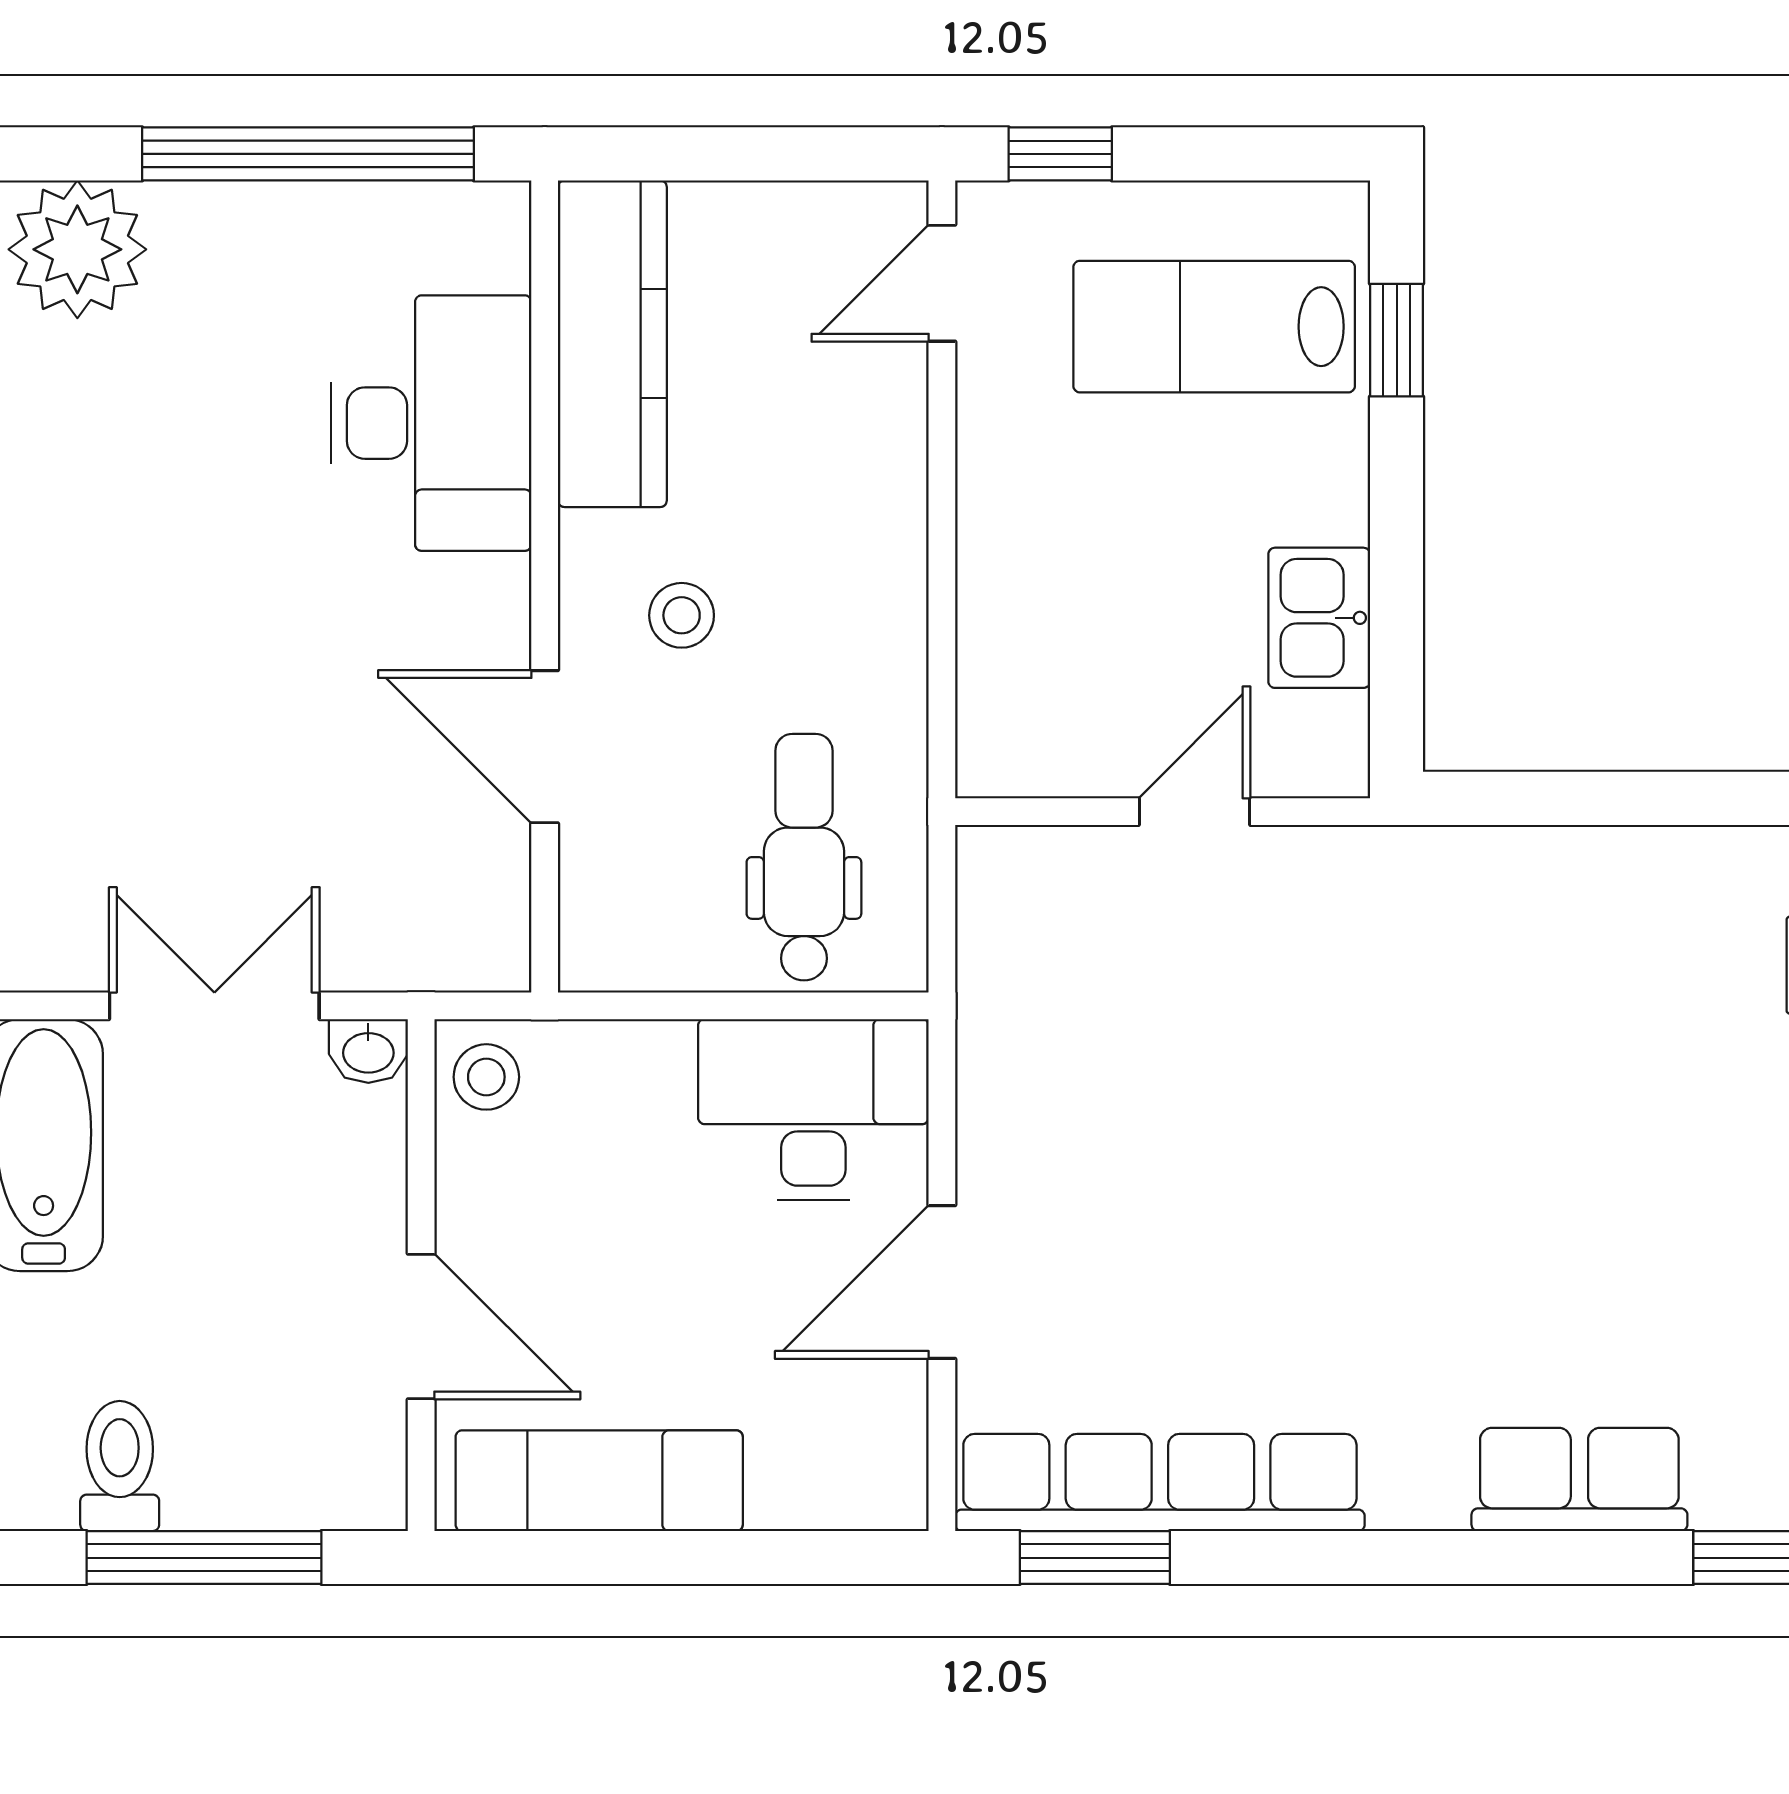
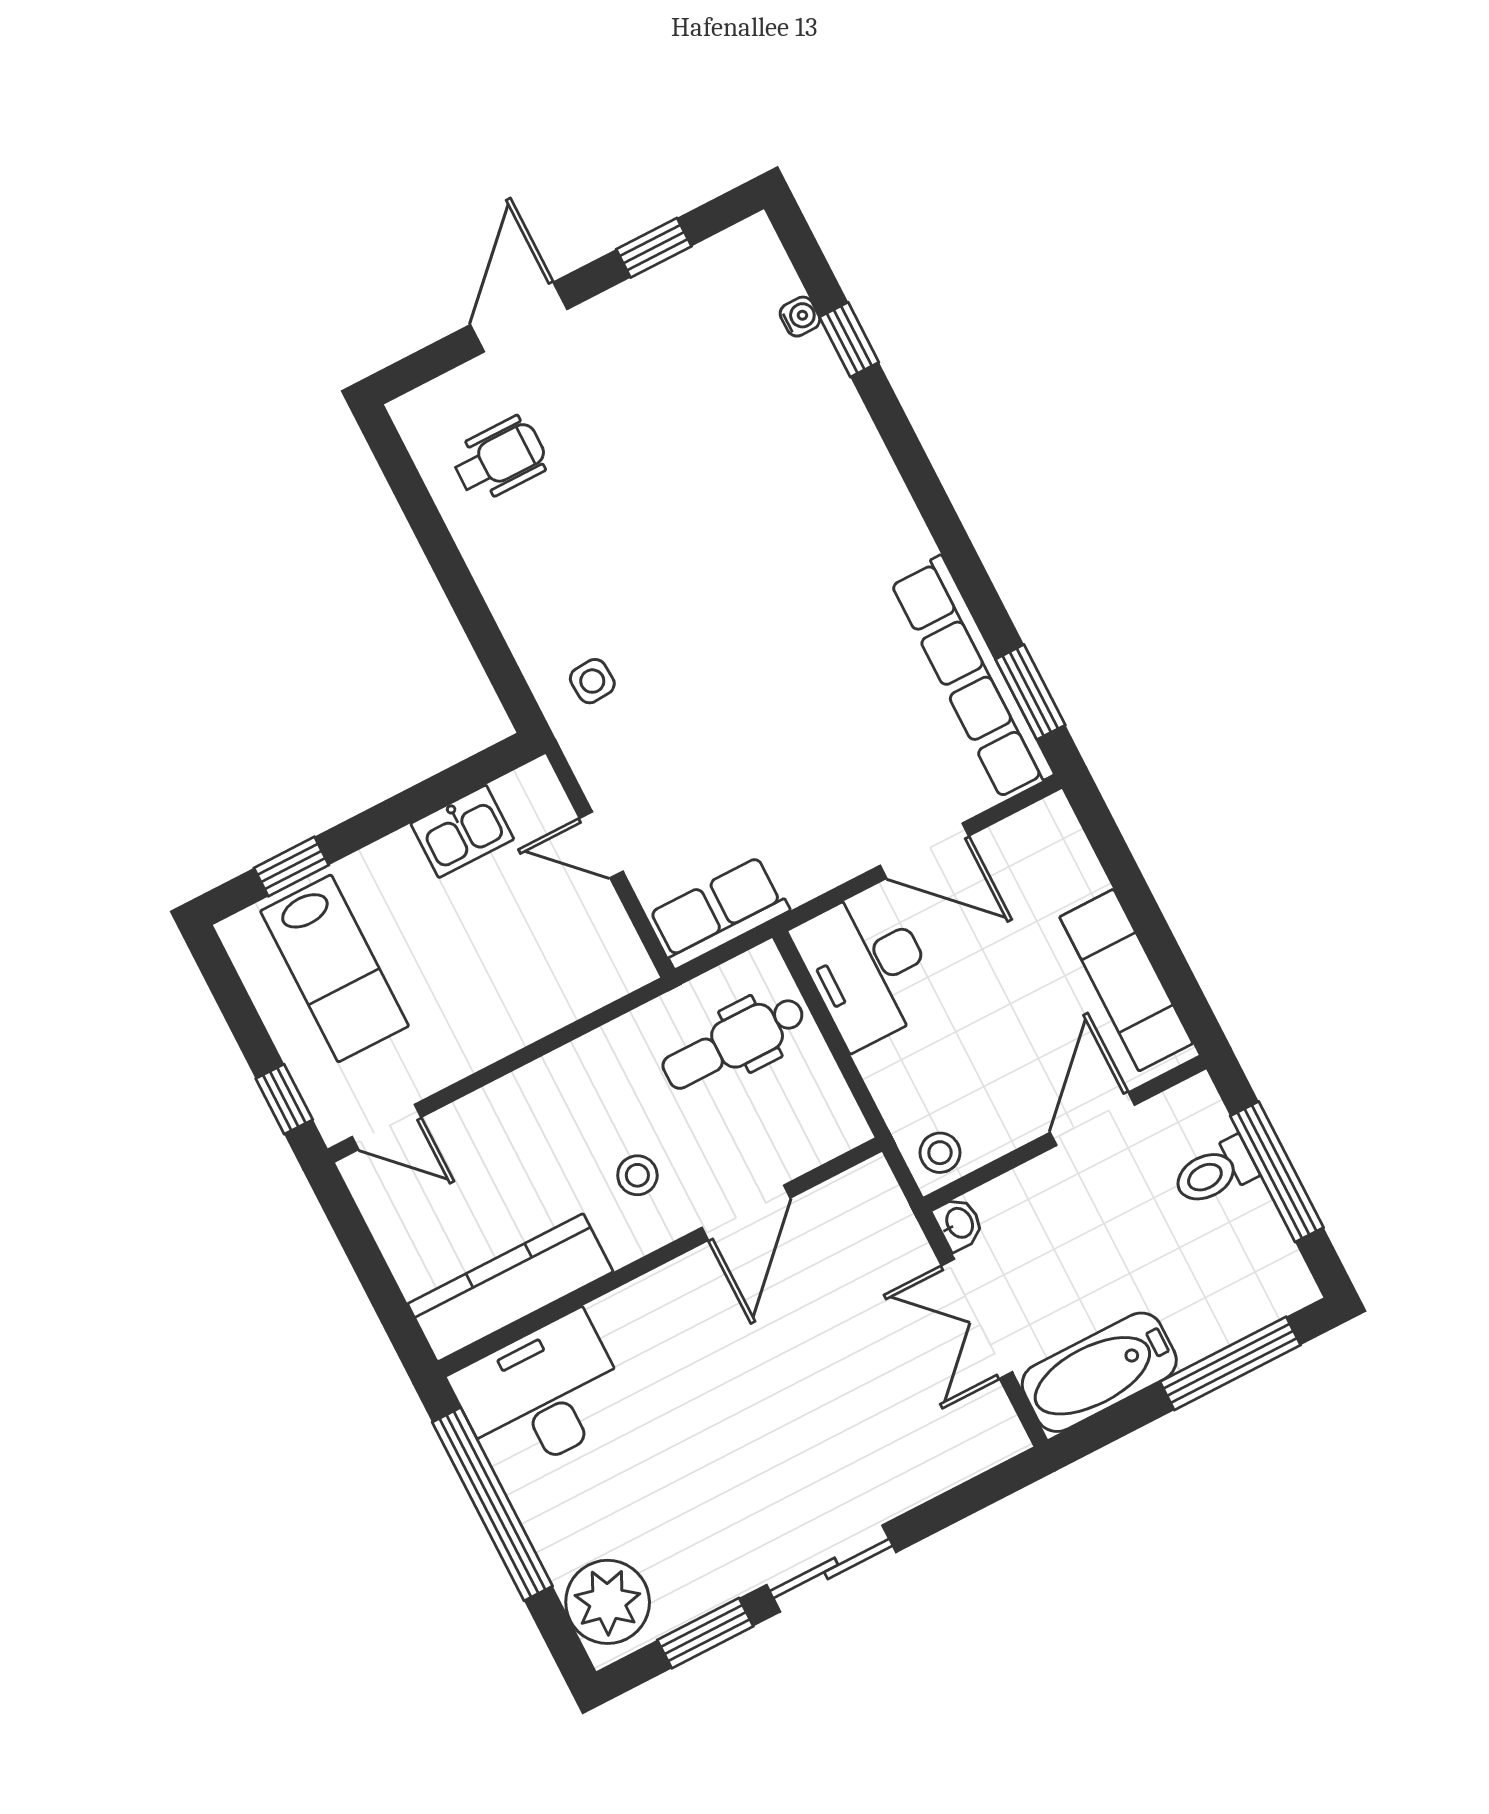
desk: (431, 423) -> (541, 1395), moved
side table: (1442, 922) -> (592, 681), added
toilet: (120, 1466) -> (1215, 1172), moved
row of seats: (1579, 1479) -> (718, 912), moved, turned 90

